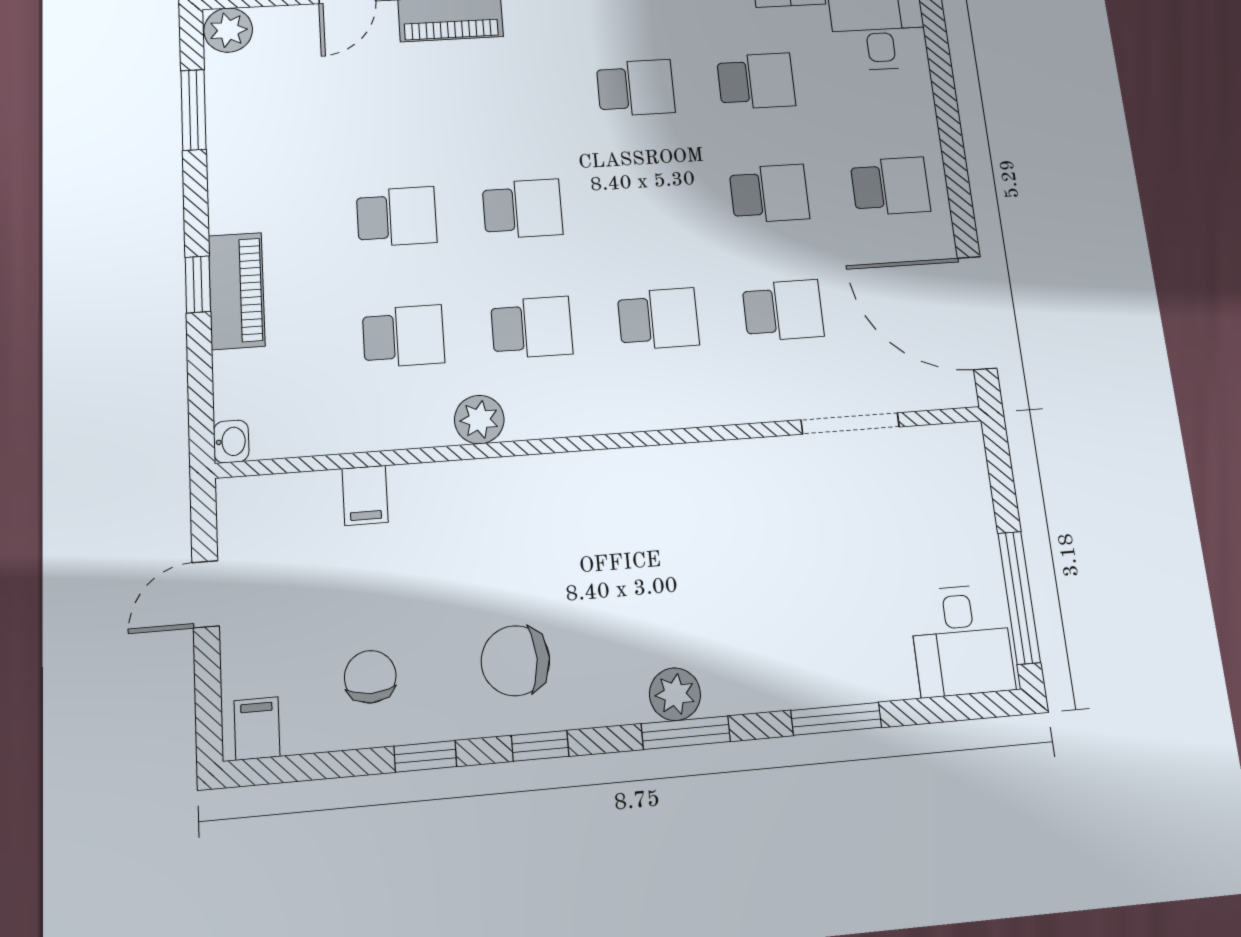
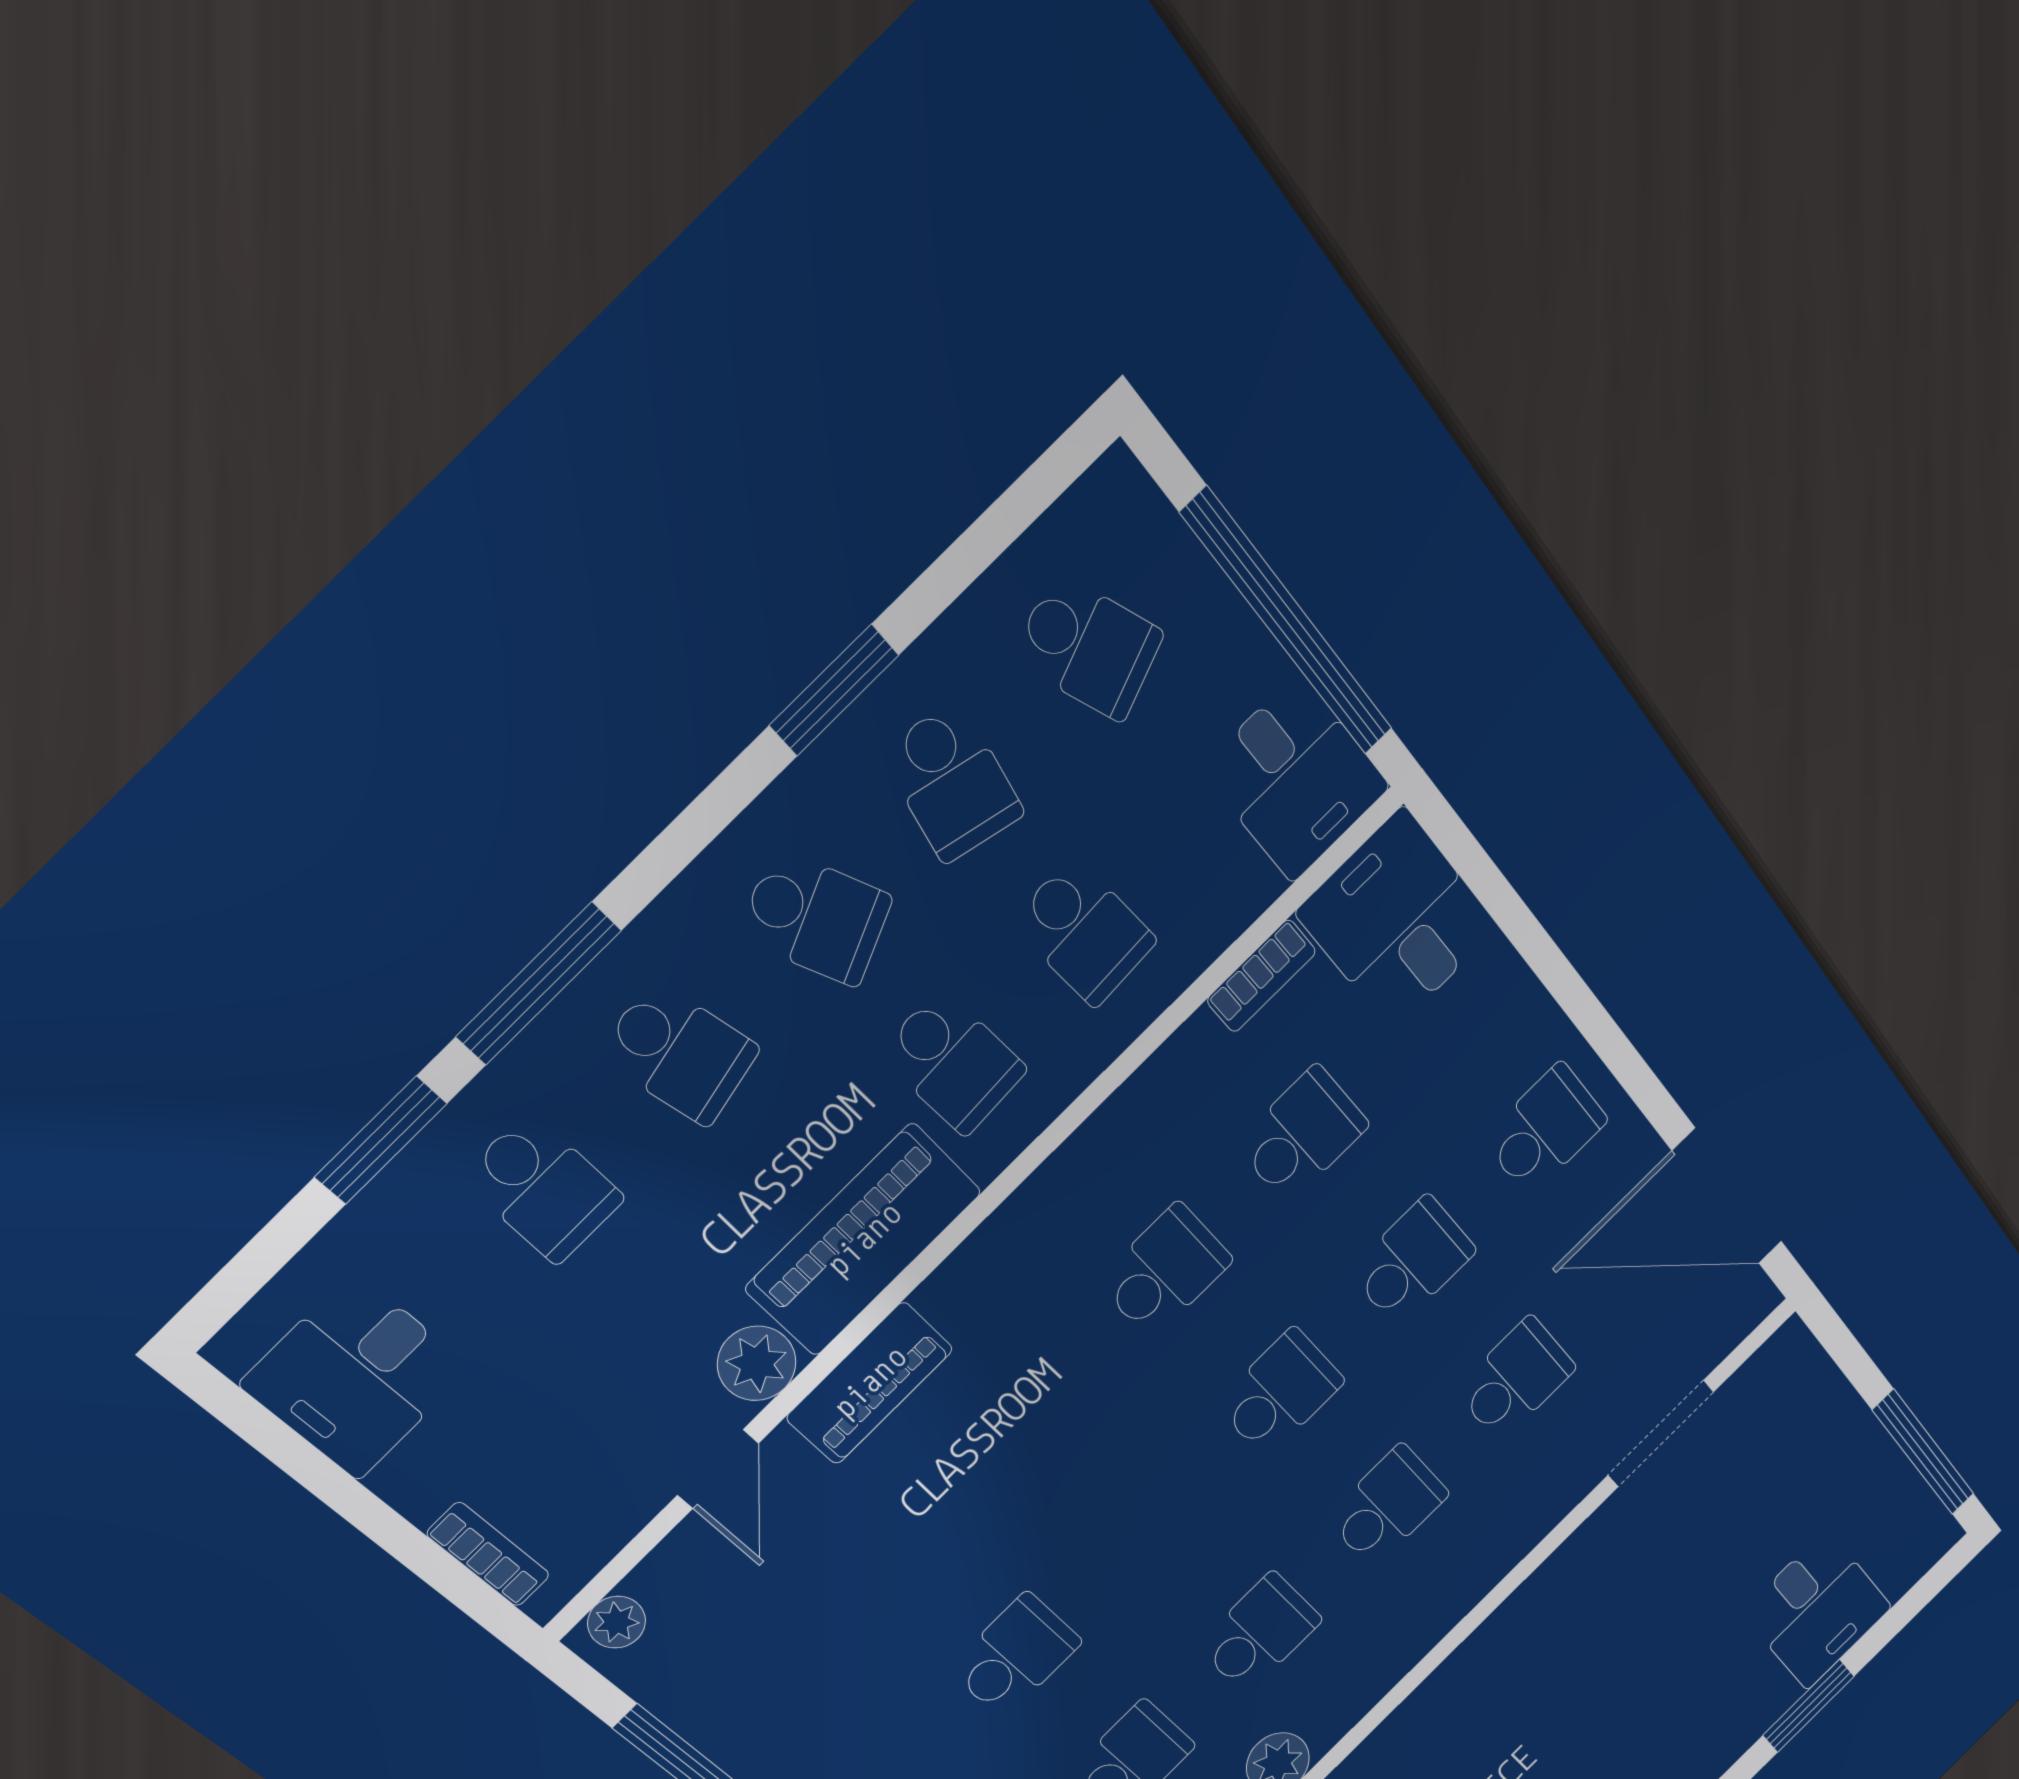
plant: (228, 30) -> (617, 1622), width x0.73, depth x0.73
school desk: (523, 209) -> (1280, 1393), moved
desk: (962, 640) -> (1817, 1610), moved

